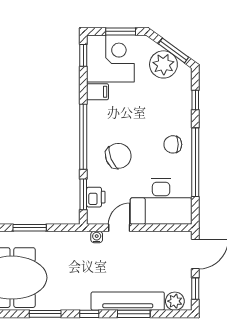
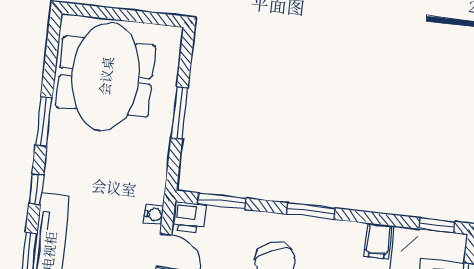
window: (83, 137) -> (311, 211), width x0.47
printer: (96, 197) -> (189, 217), moved

